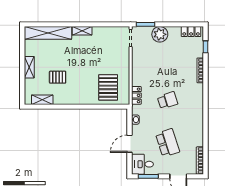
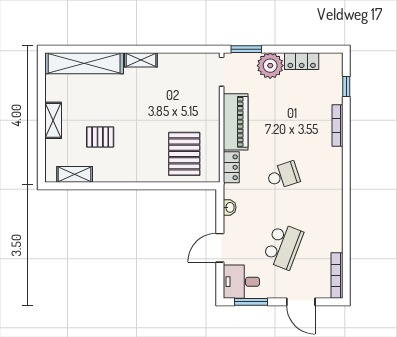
locker: (191, 32) -> (302, 61), moved
piano: (139, 68) -> (236, 122), added
school desk: (168, 143) -> (283, 246), turned 39

